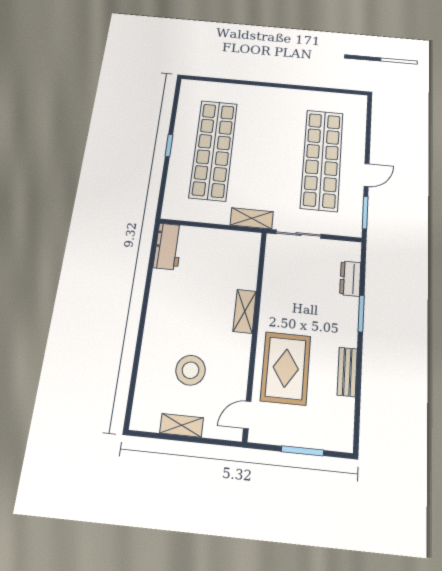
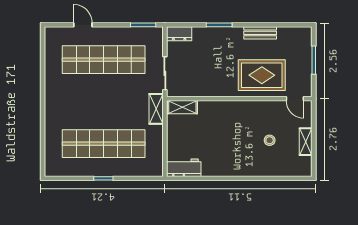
door: (367, 175) -> (83, 25), moved
dresser: (350, 279) -> (179, 34), moved
shelving: (245, 311) -> (182, 107), moved
stool: (191, 370) -> (270, 140), width x0.53, depth x0.53

